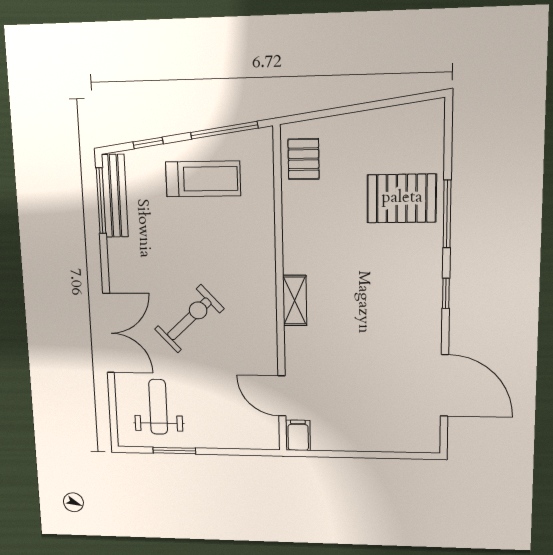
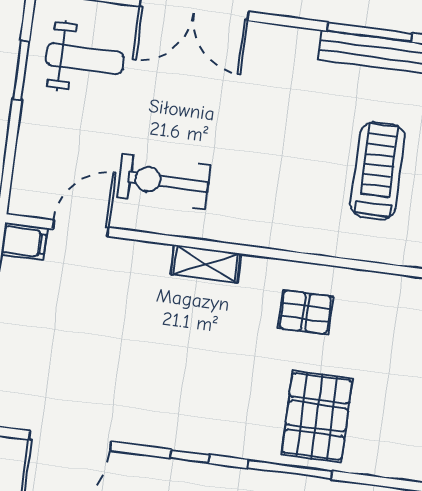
pallet: (304, 159) -> (305, 312), moved
treadmill: (203, 179) -> (378, 171), turned 180
exercise bike: (189, 319) -> (164, 181), moved, turned 133

